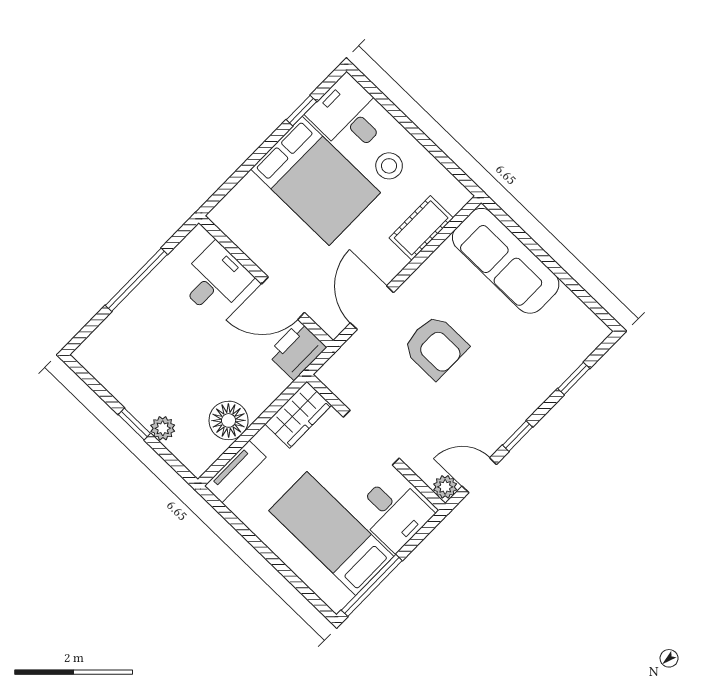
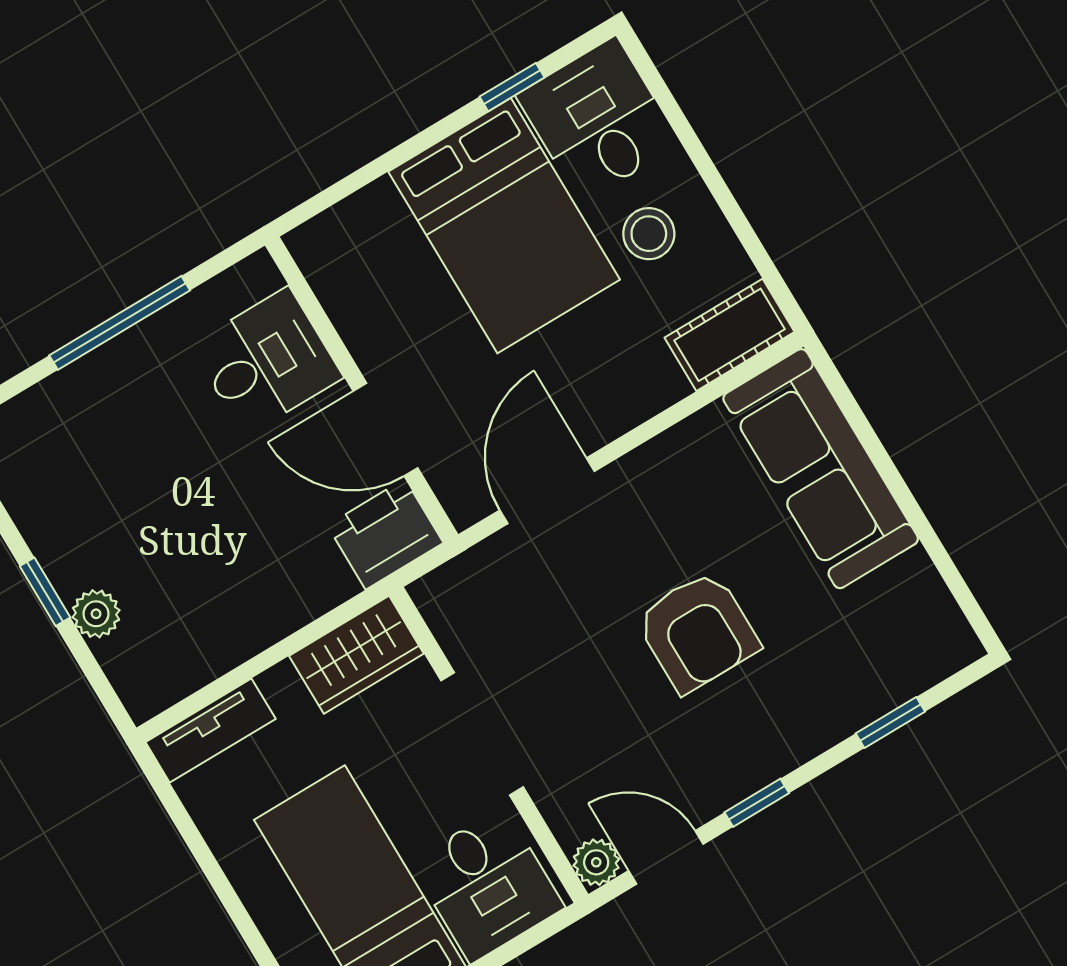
cot: (421, 228) -> (730, 335), moved
armchair: (435, 347) -> (697, 632), moved
floor lamp: (229, 420) -> (223, 631), removed

